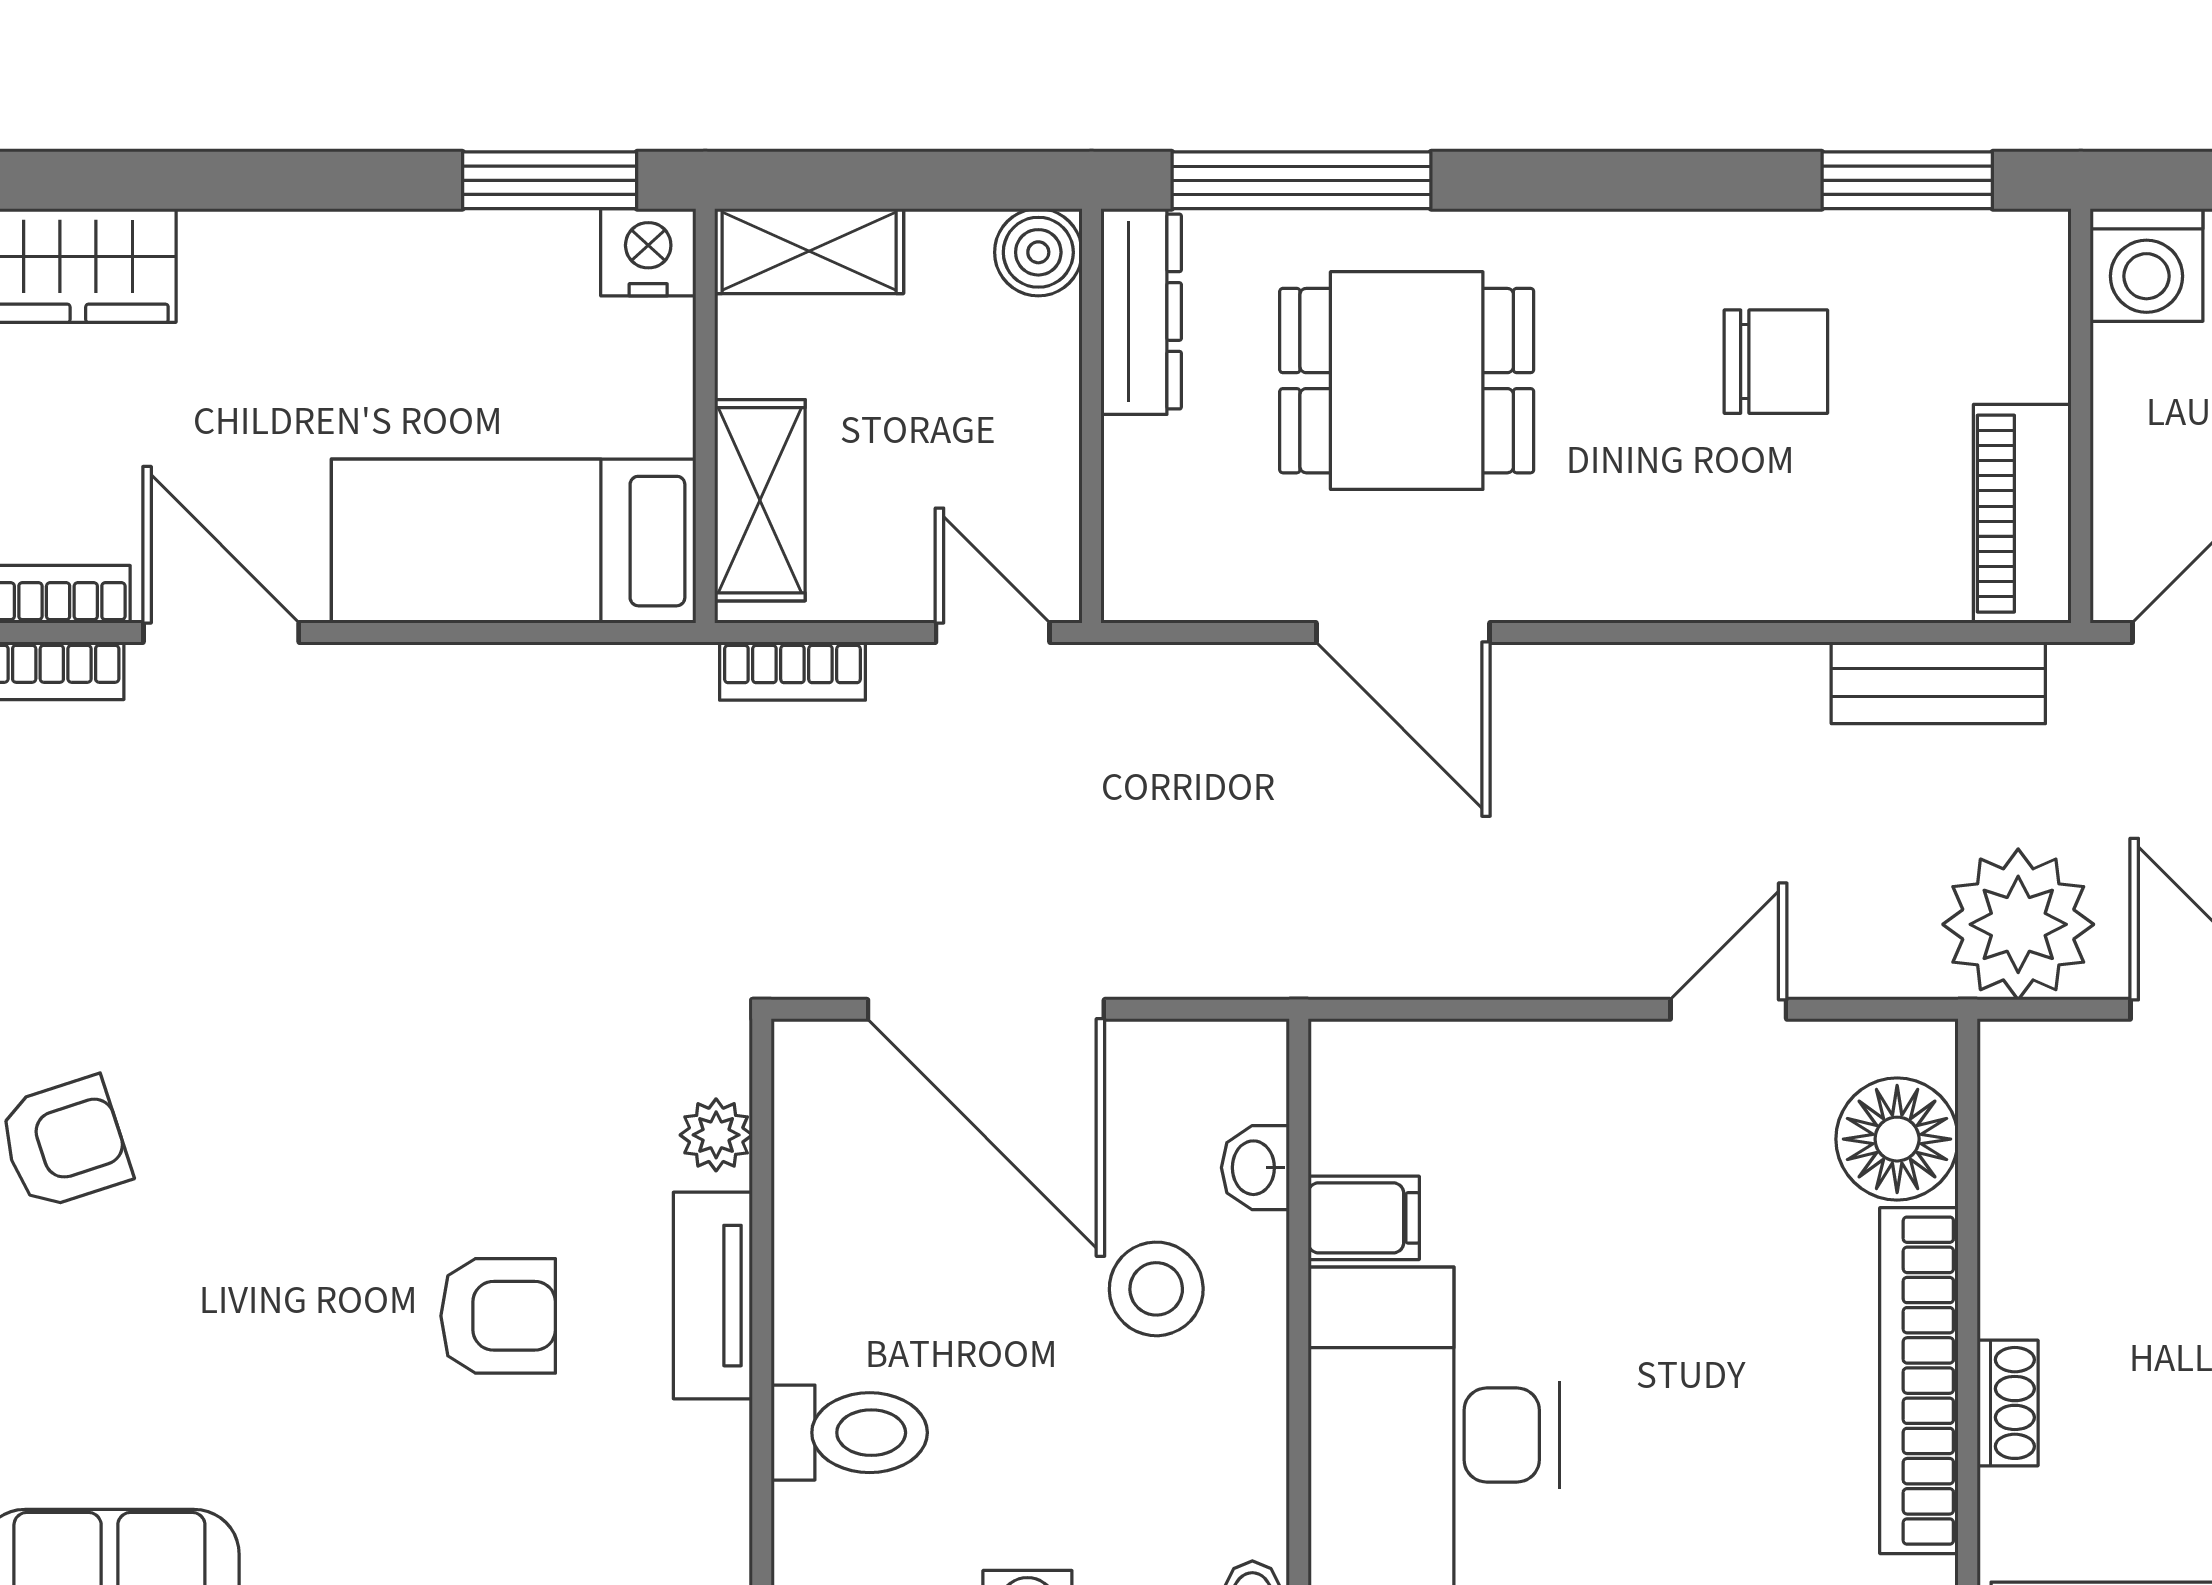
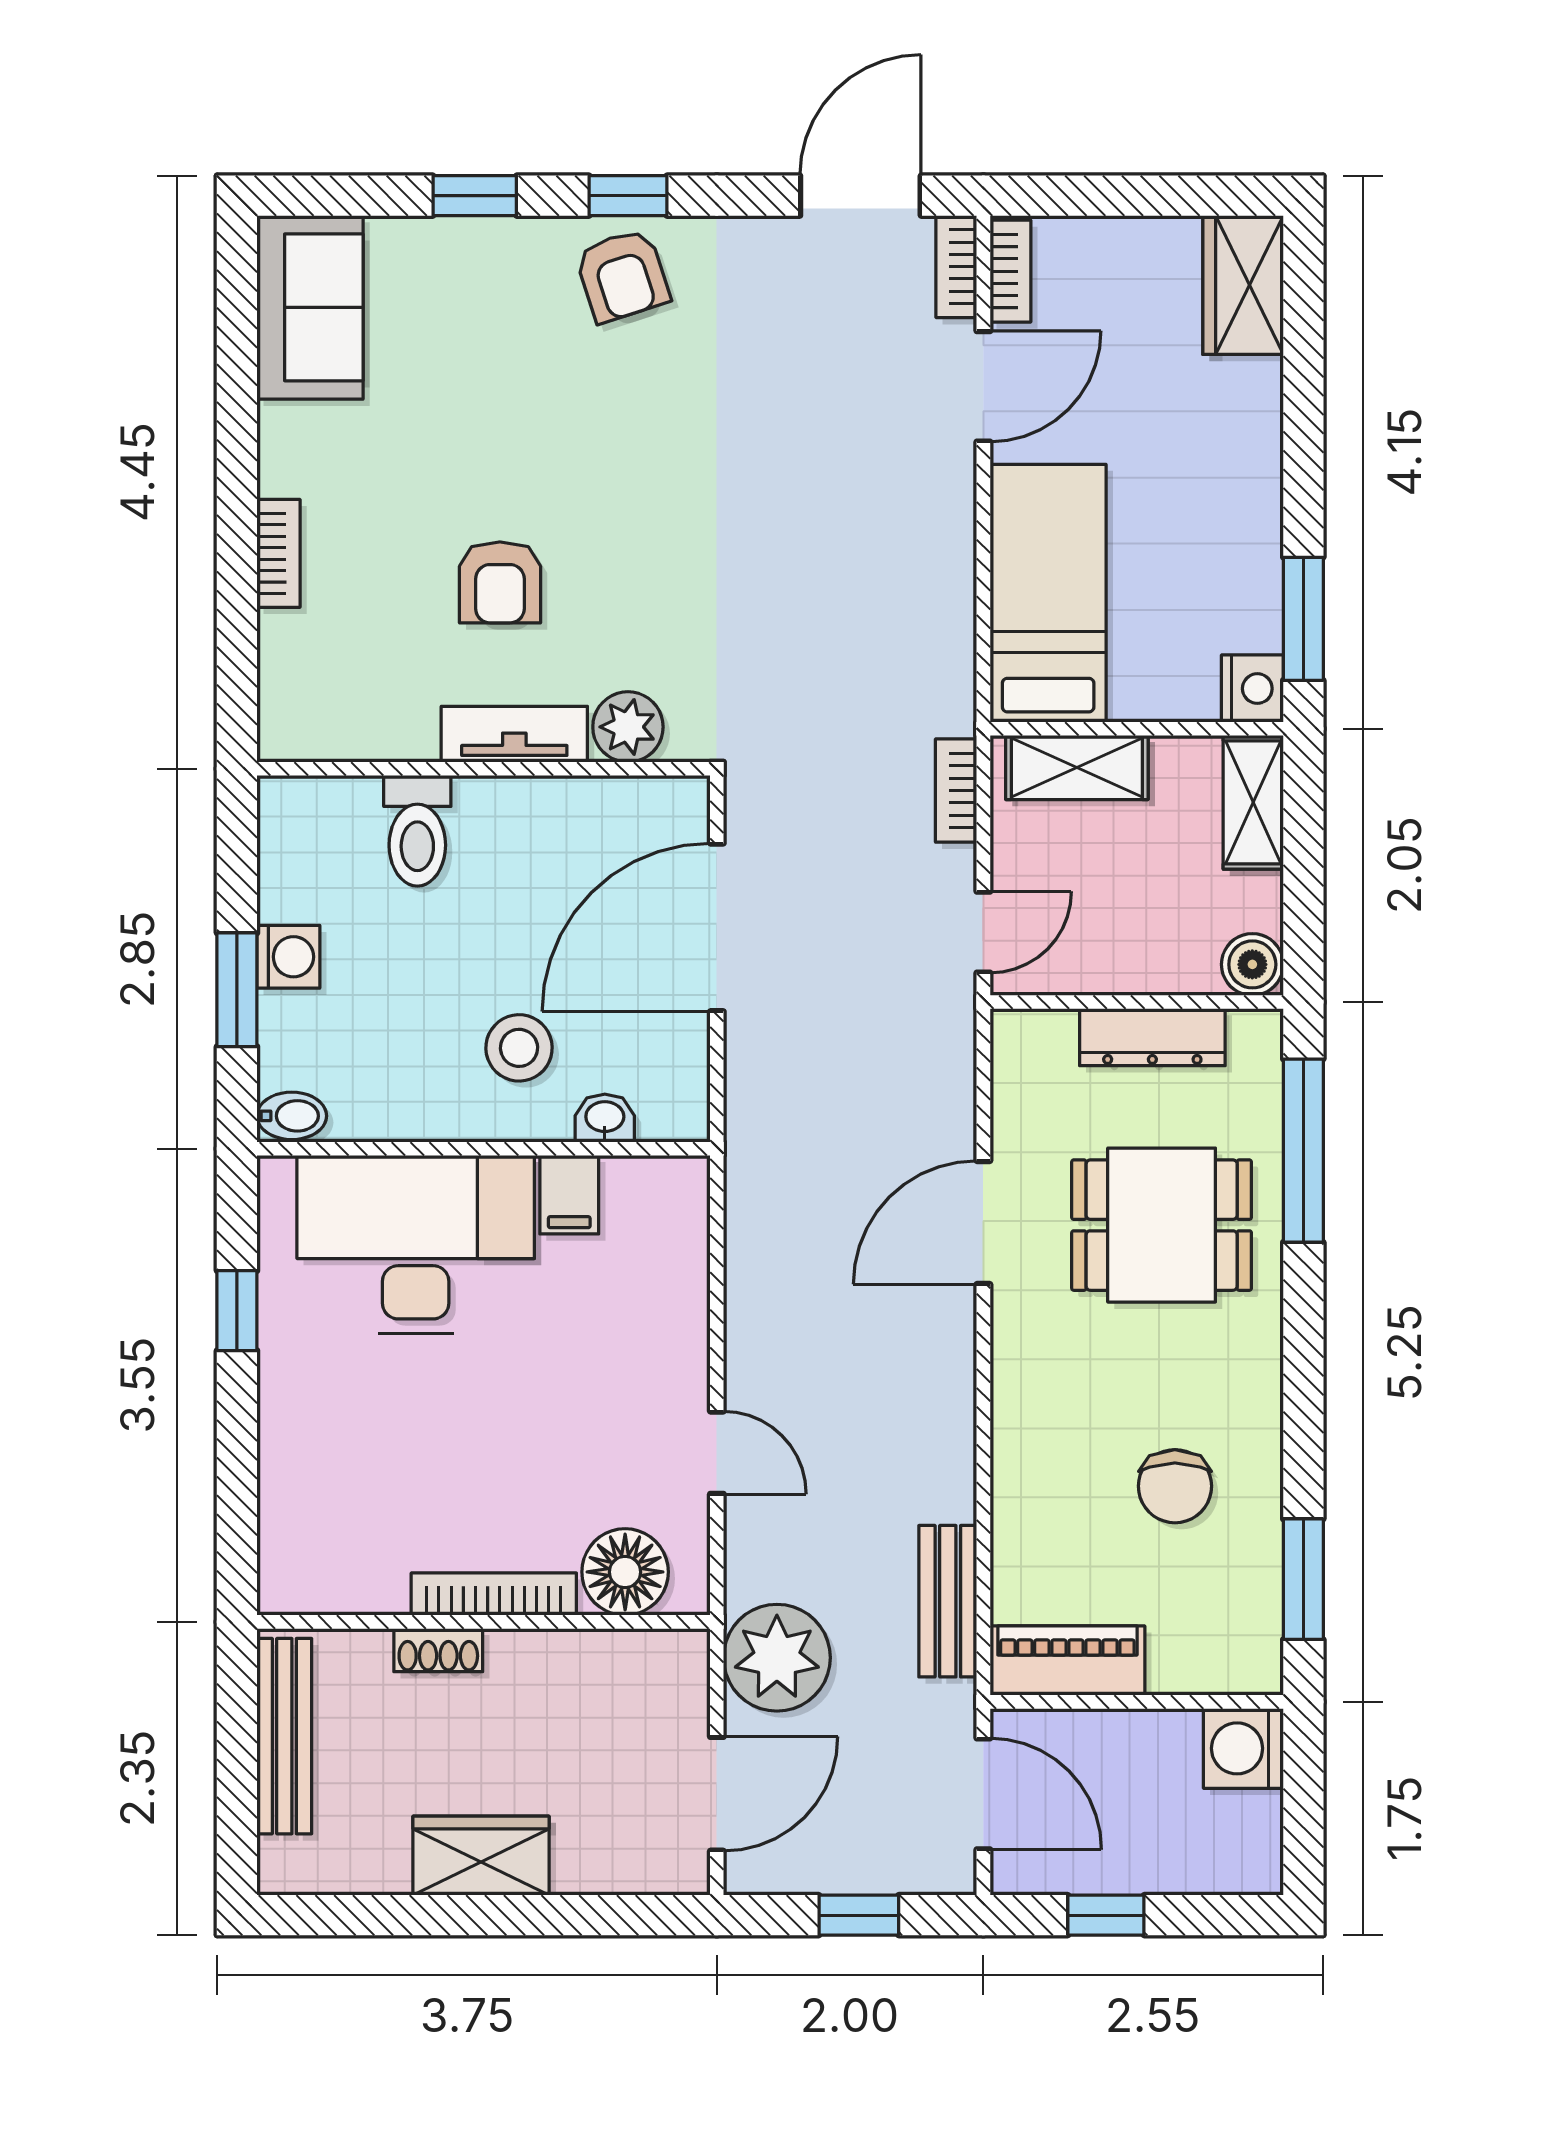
dresser: (1141, 312) -> (1152, 1037), moved
dining table: (1407, 381) -> (1162, 1225), turned 90
plant: (716, 1135) -> (628, 727), width x1.38, depth x1.38
bookcase: (1919, 1381) -> (494, 1594), width x0.68, depth x0.76

